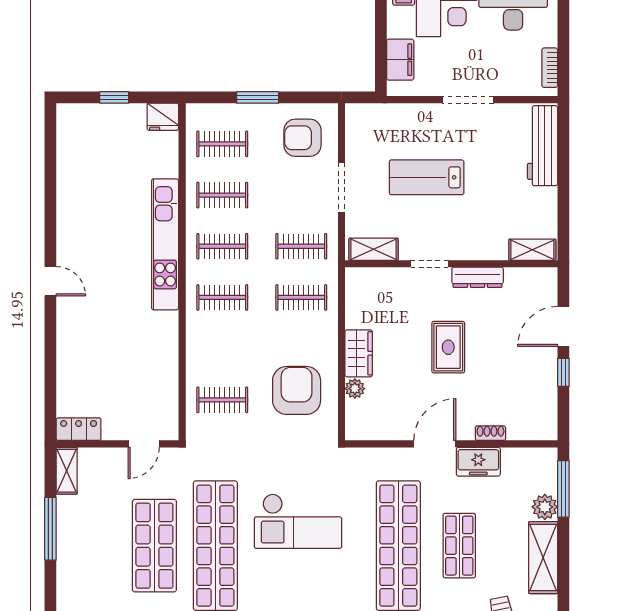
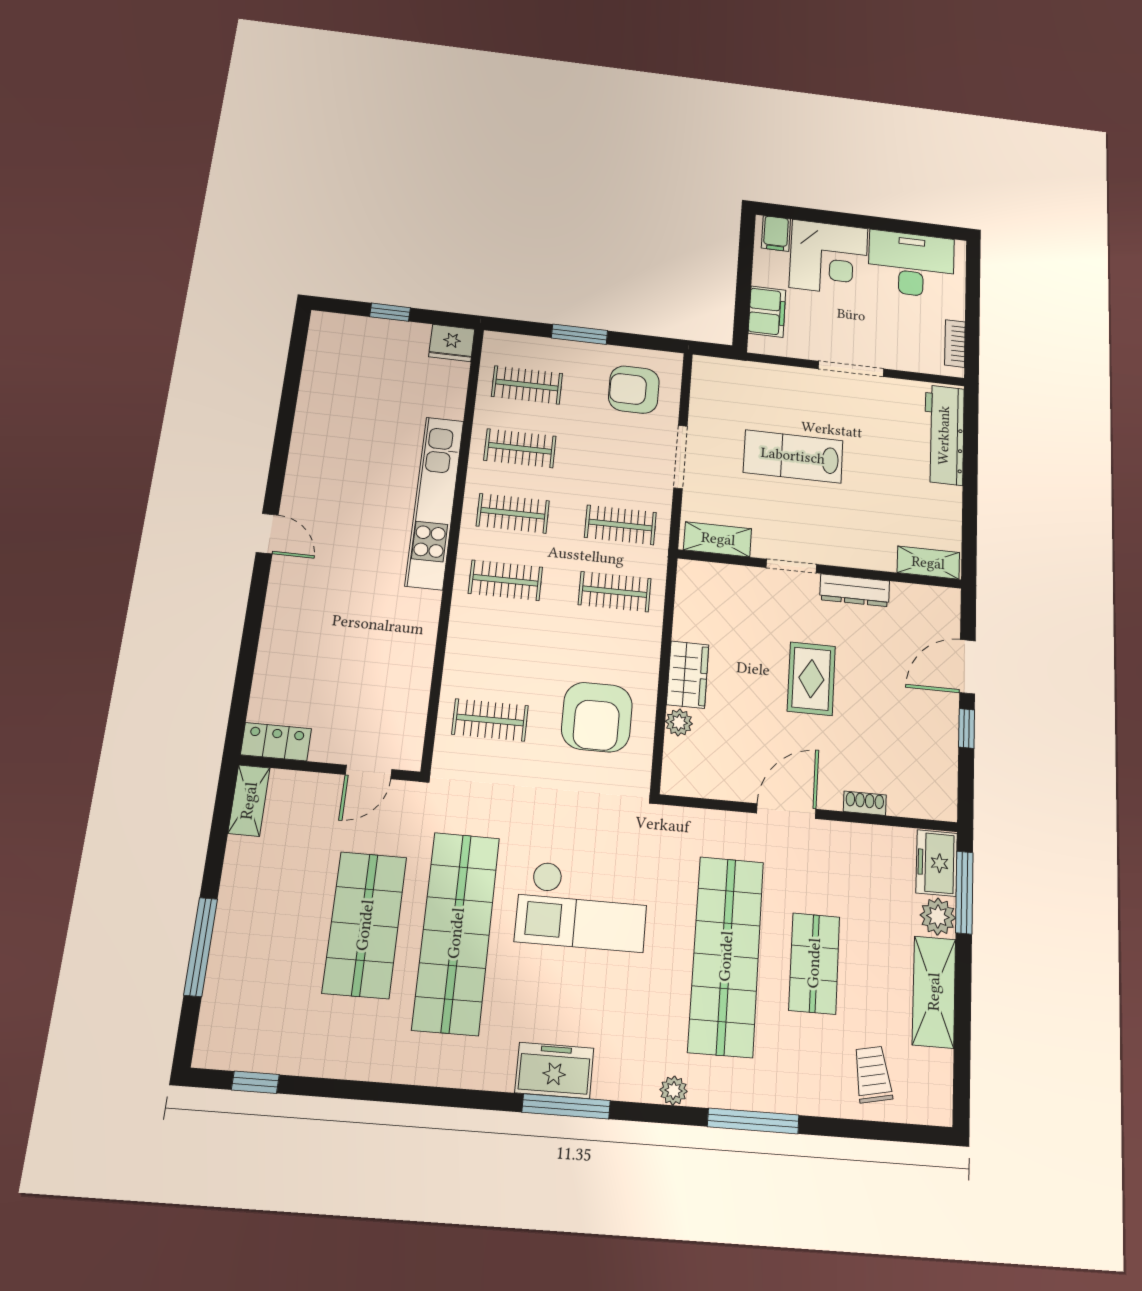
armchair: (297, 390) -> (597, 717), turned 180
freezer: (478, 462) -> (937, 863), moved, turned 90
window: (50, 529) -> (201, 947), moved

